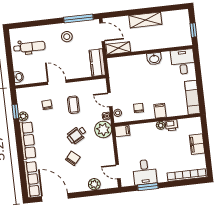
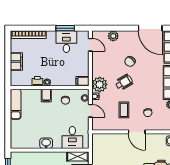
desk: (183, 62) -> (72, 137), moved
kitchen counter: (97, 63) -> (98, 146), removed

